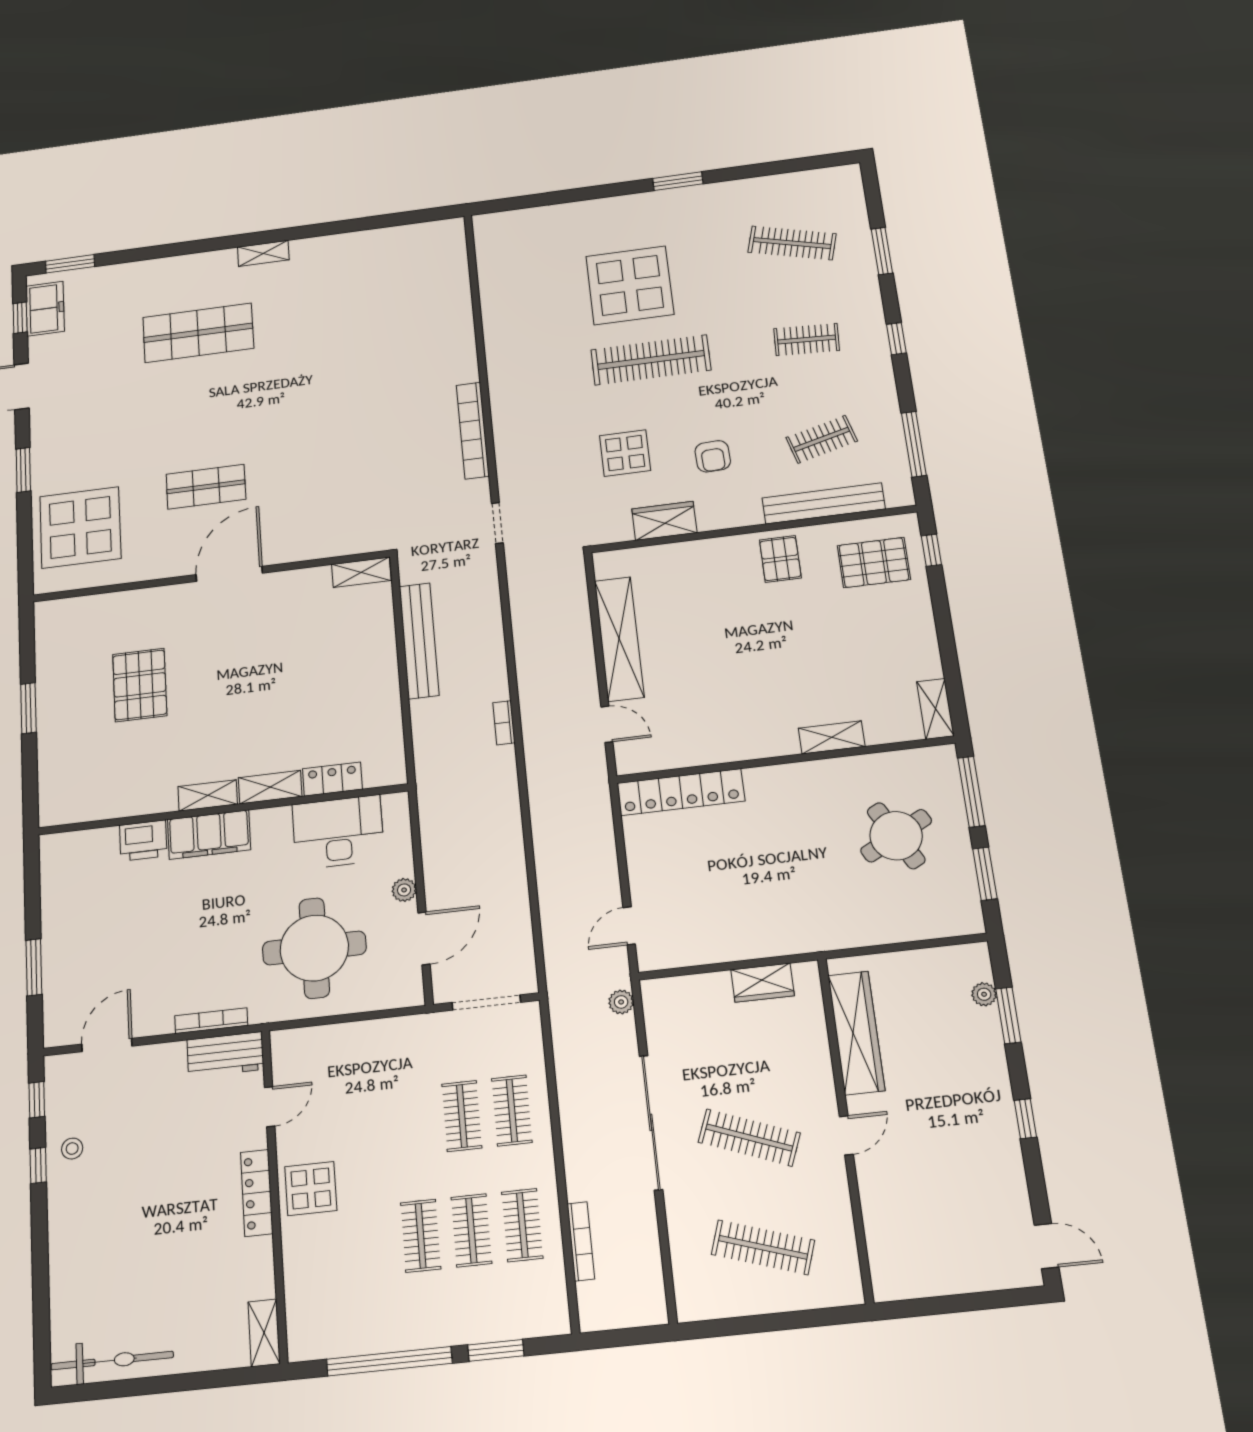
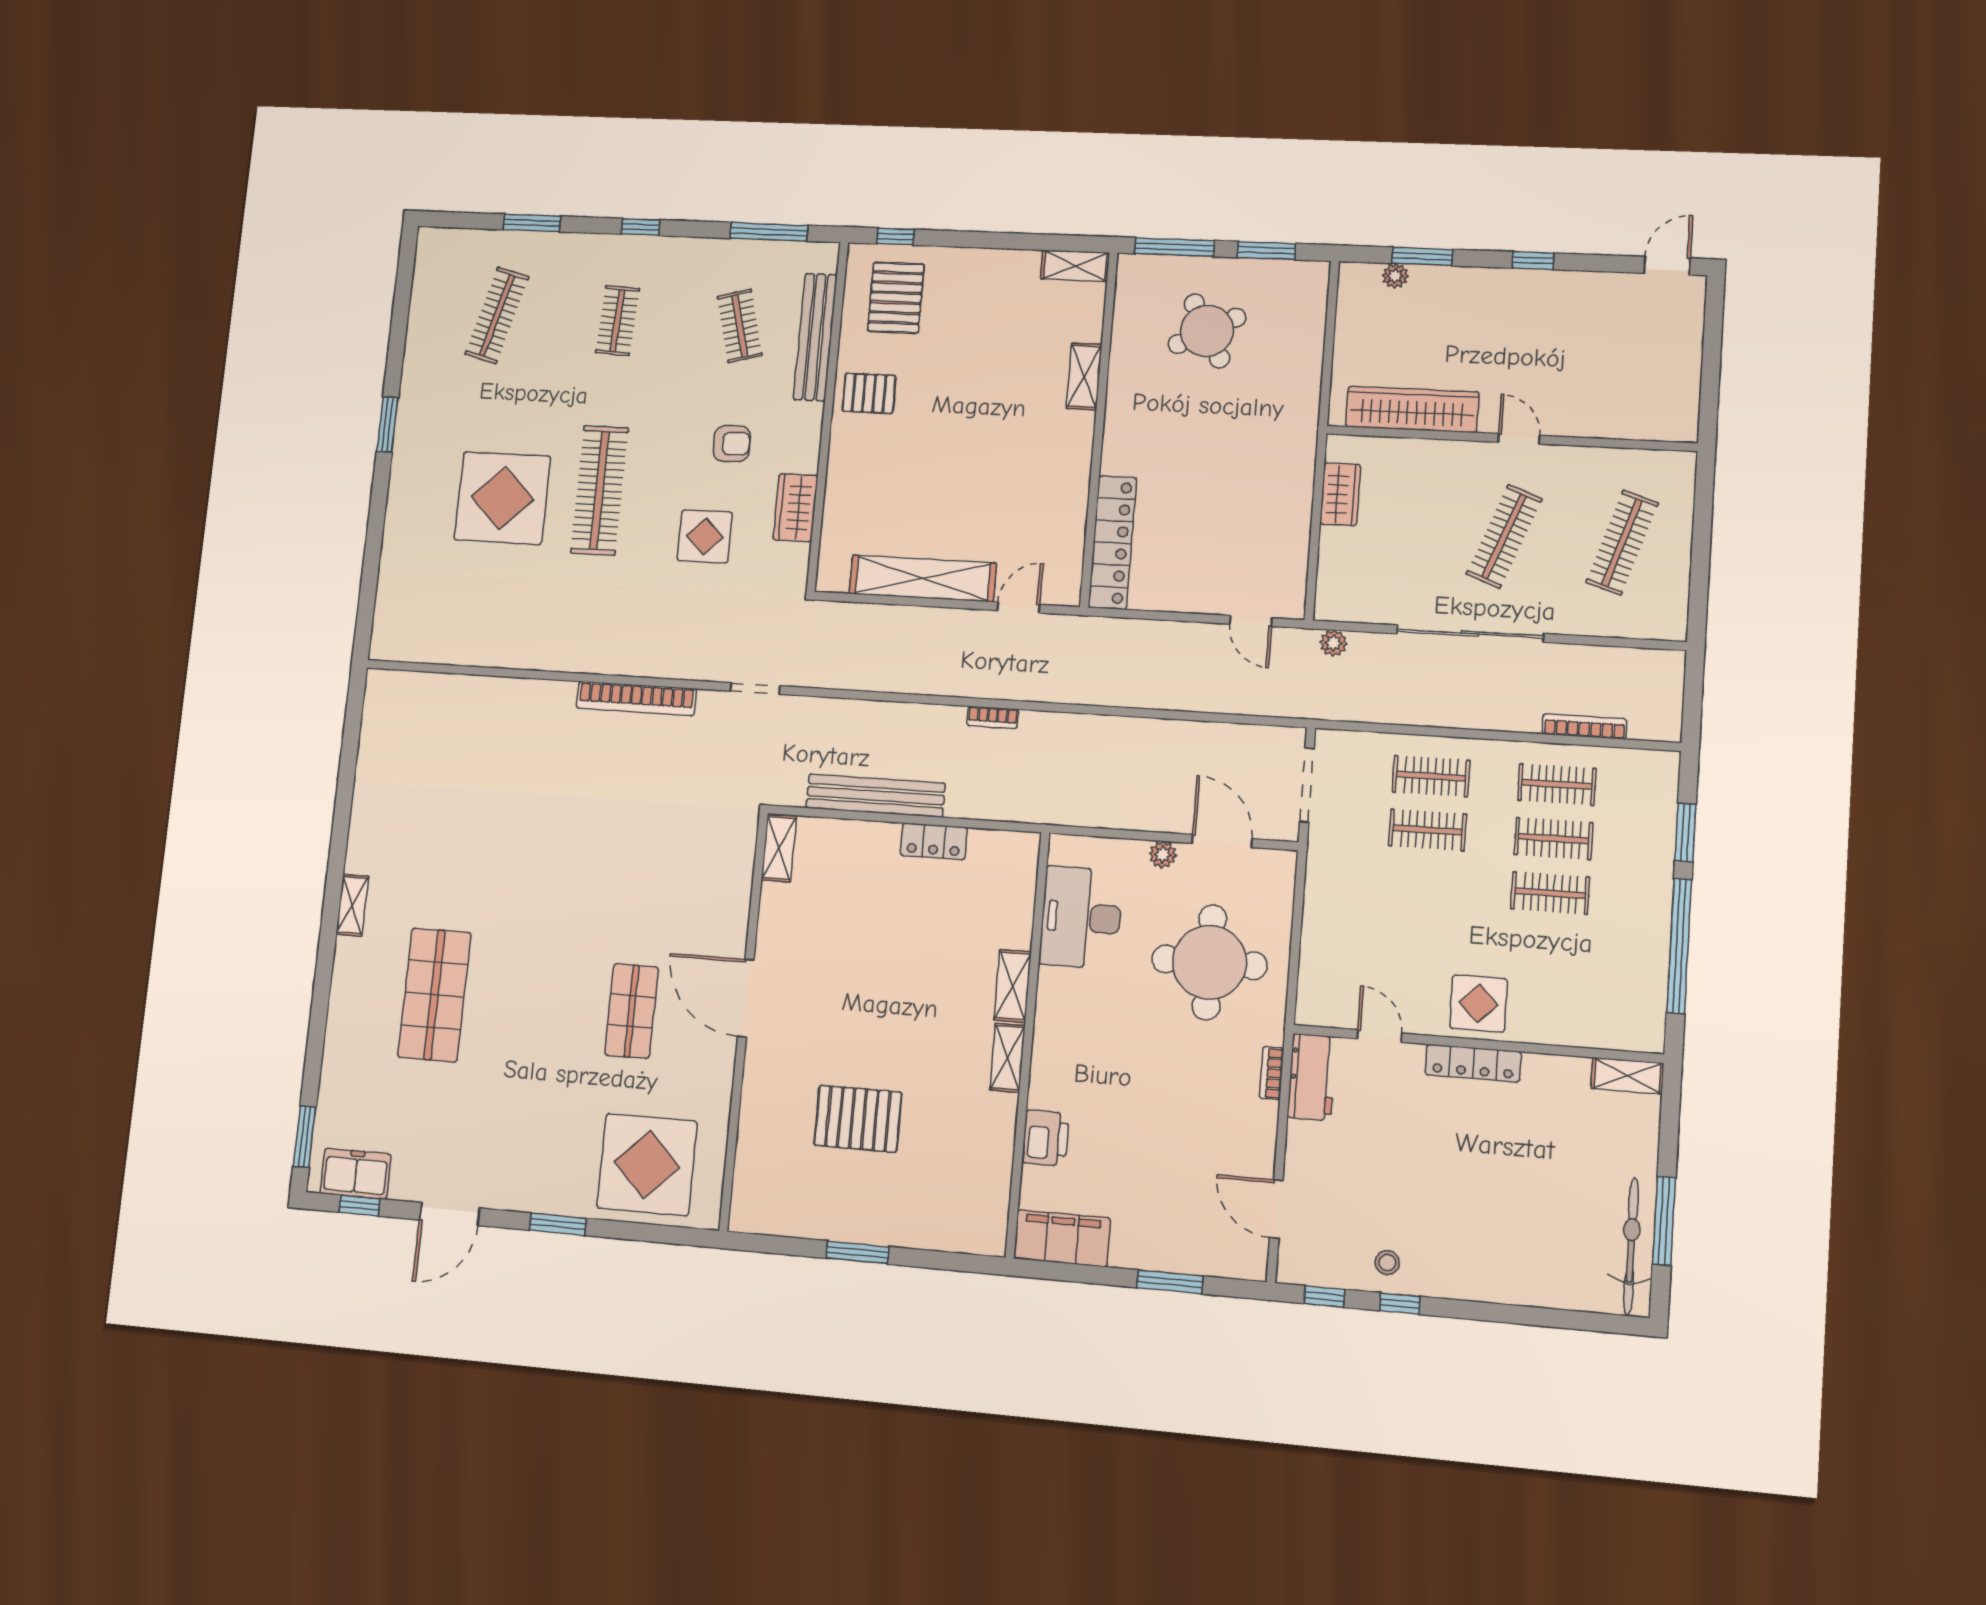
locker: (332, 779) -> (934, 841), moved, turned -90
filing cabinet: (209, 835) -> (1062, 1238), moved, turned -90
bookcase: (211, 1021) -> (1271, 1073), width x0.64
window: (138, 1387) -> (1664, 1221), added

